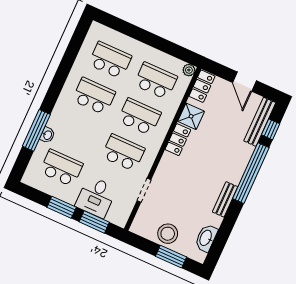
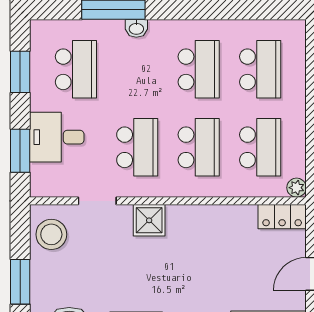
shower: (191, 116) -> (149, 220), moved
washbasin: (47, 135) -> (136, 28), moved
locker: (178, 140) -> (191, 217), removed
window: (62, 207) -> (20, 72), moved
stool: (168, 234) -> (51, 234), moved

